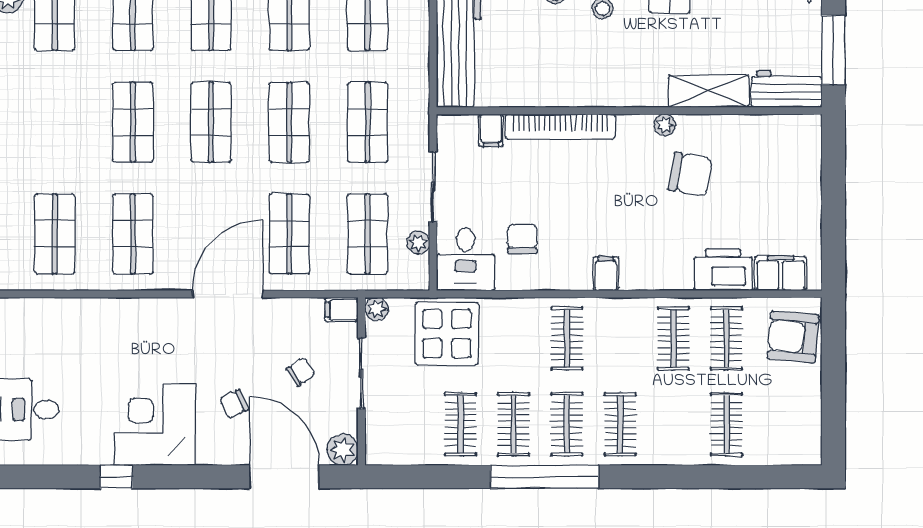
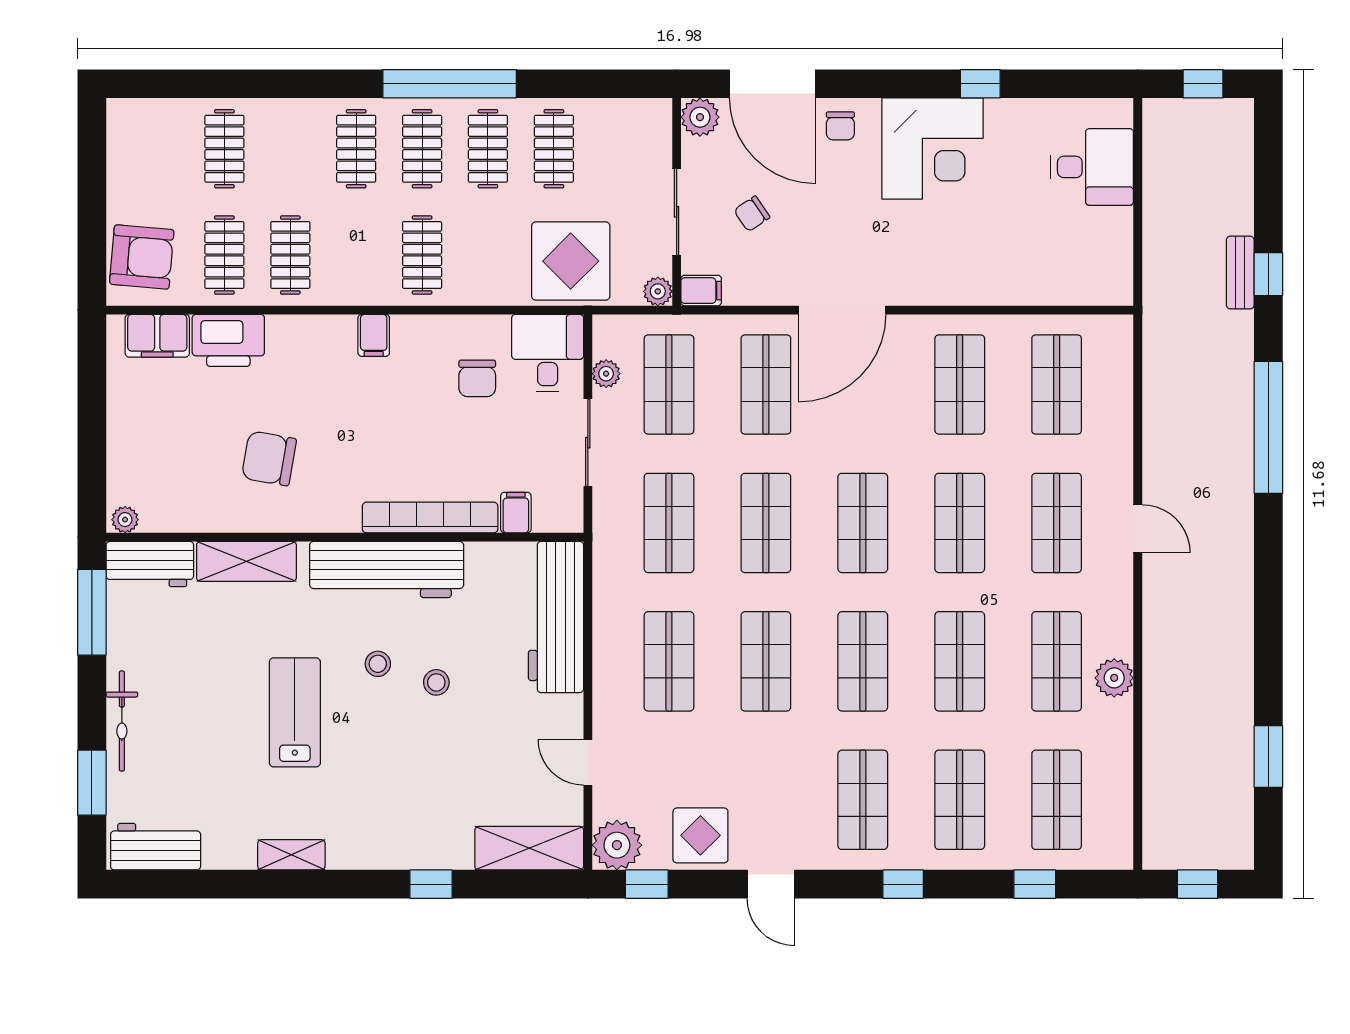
workbench: (595, 85) -> (387, 569), added
shop shelf: (55, 122) -> (1057, 523), added
plant: (665, 125) -> (125, 520), moved
chair: (234, 404) -> (840, 126), moved, turned 114

